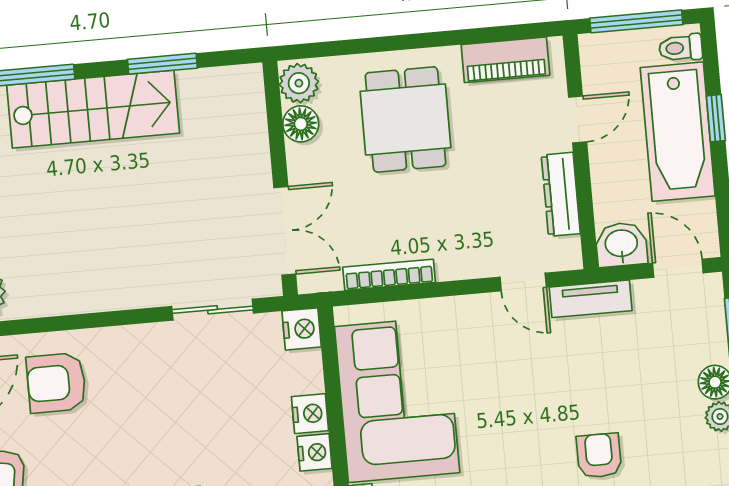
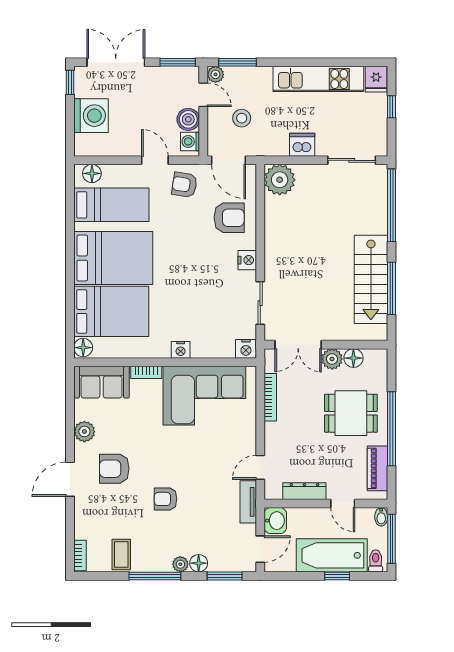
window: (428, 40) -> (392, 429), added
bidet: (596, 45) -> (381, 517), added
window: (162, 64) -> (392, 288), width x1.44
plant: (299, 83) -> (332, 359), moved
stairs: (93, 109) -> (371, 279), moved
armchair: (56, 383) -> (229, 218), turned 90
nightstand: (310, 414) -> (247, 260), moved, turned -90
armchair: (599, 456) -> (166, 499), turned 180

